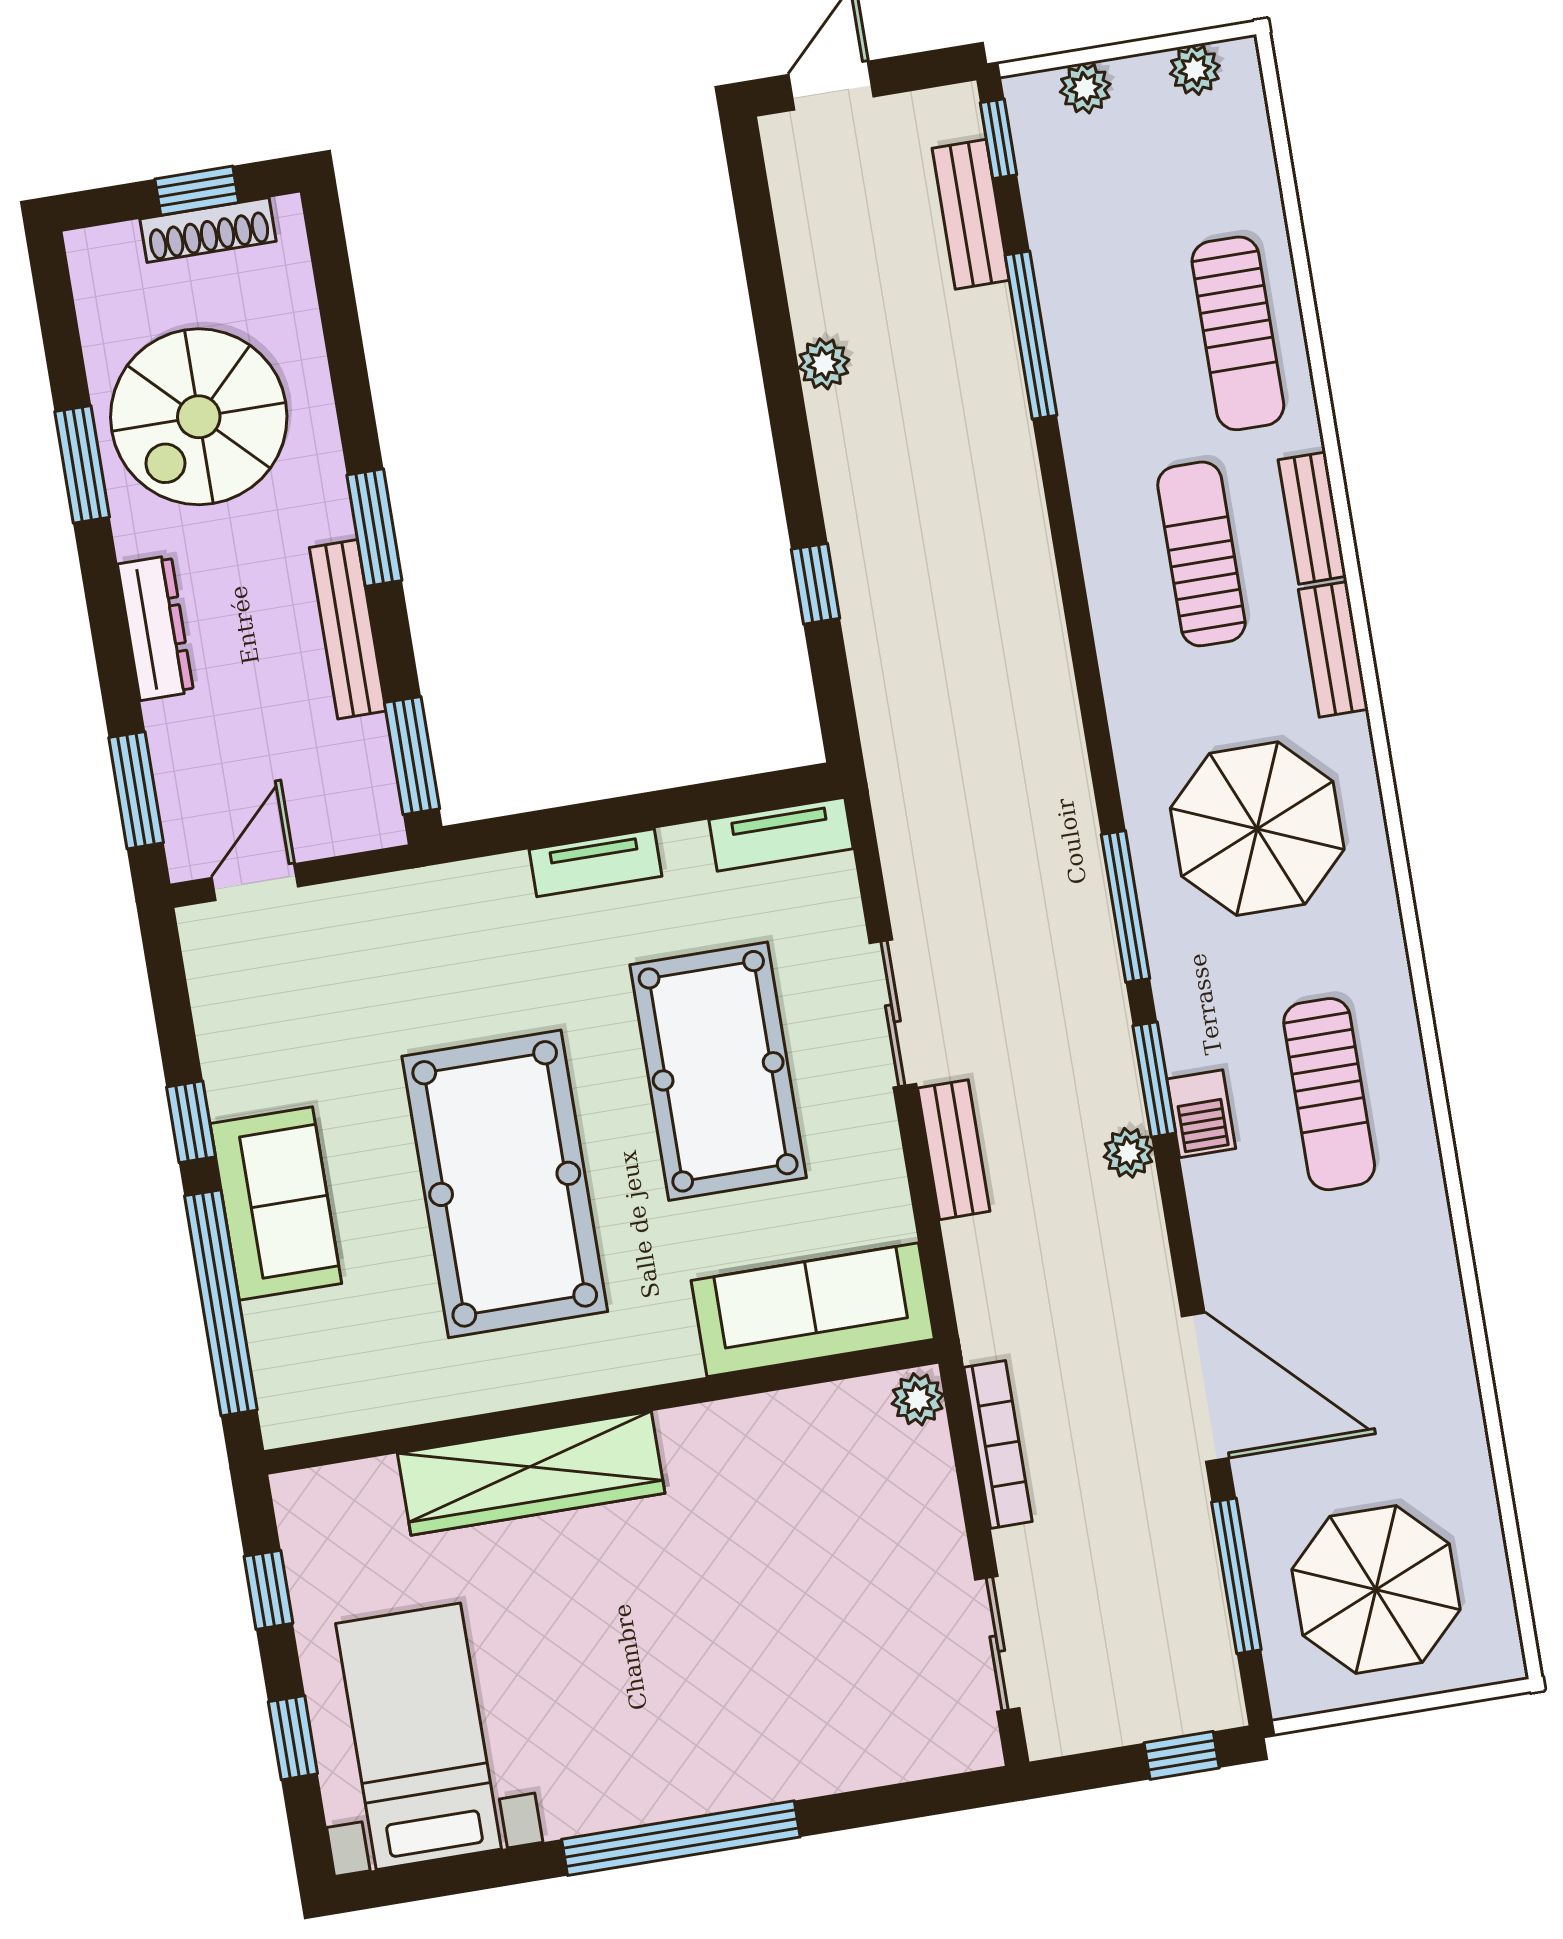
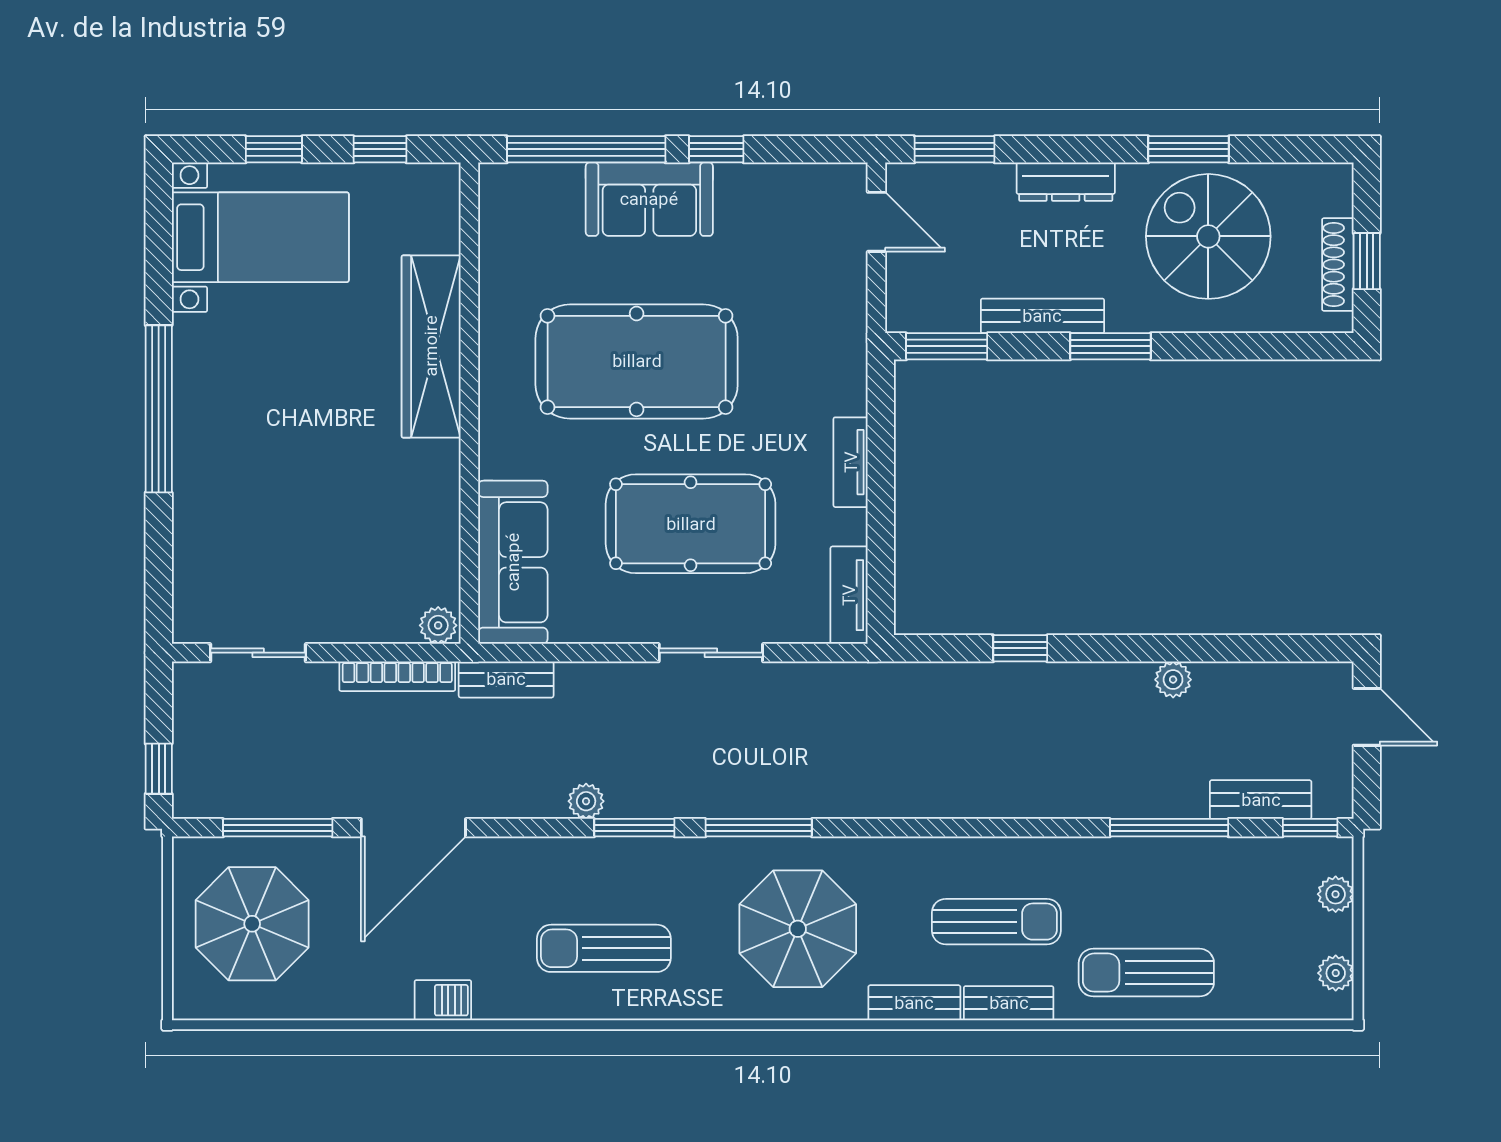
barbecue: (1201, 1114) -> (443, 1000), moved, turned 180
bench: (954, 1150) -> (506, 679), moved

